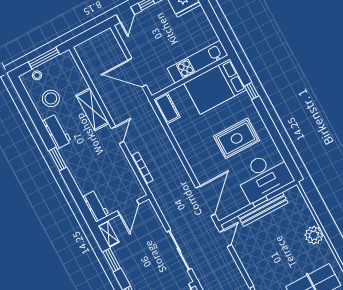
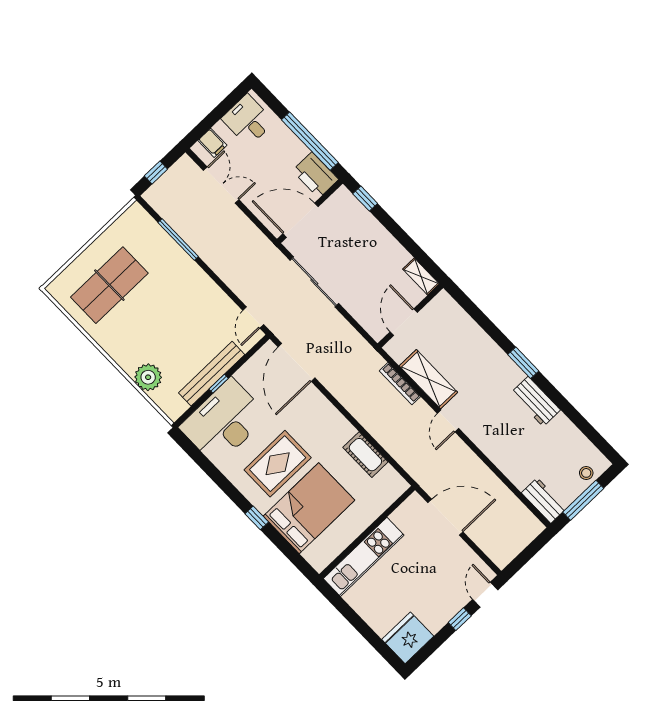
bed: (215, 86) -> (309, 508), moved
window: (252, 91) -> (257, 518), moved
stool: (51, 98) -> (557, 446), removed
cot: (167, 108) -> (365, 455), moved
shelving: (92, 109) -> (428, 379), moved
workbench: (96, 206) -> (544, 500), moved, turned 180
plant: (314, 235) -> (148, 377), moved
window: (112, 260) -> (406, 241), removed

